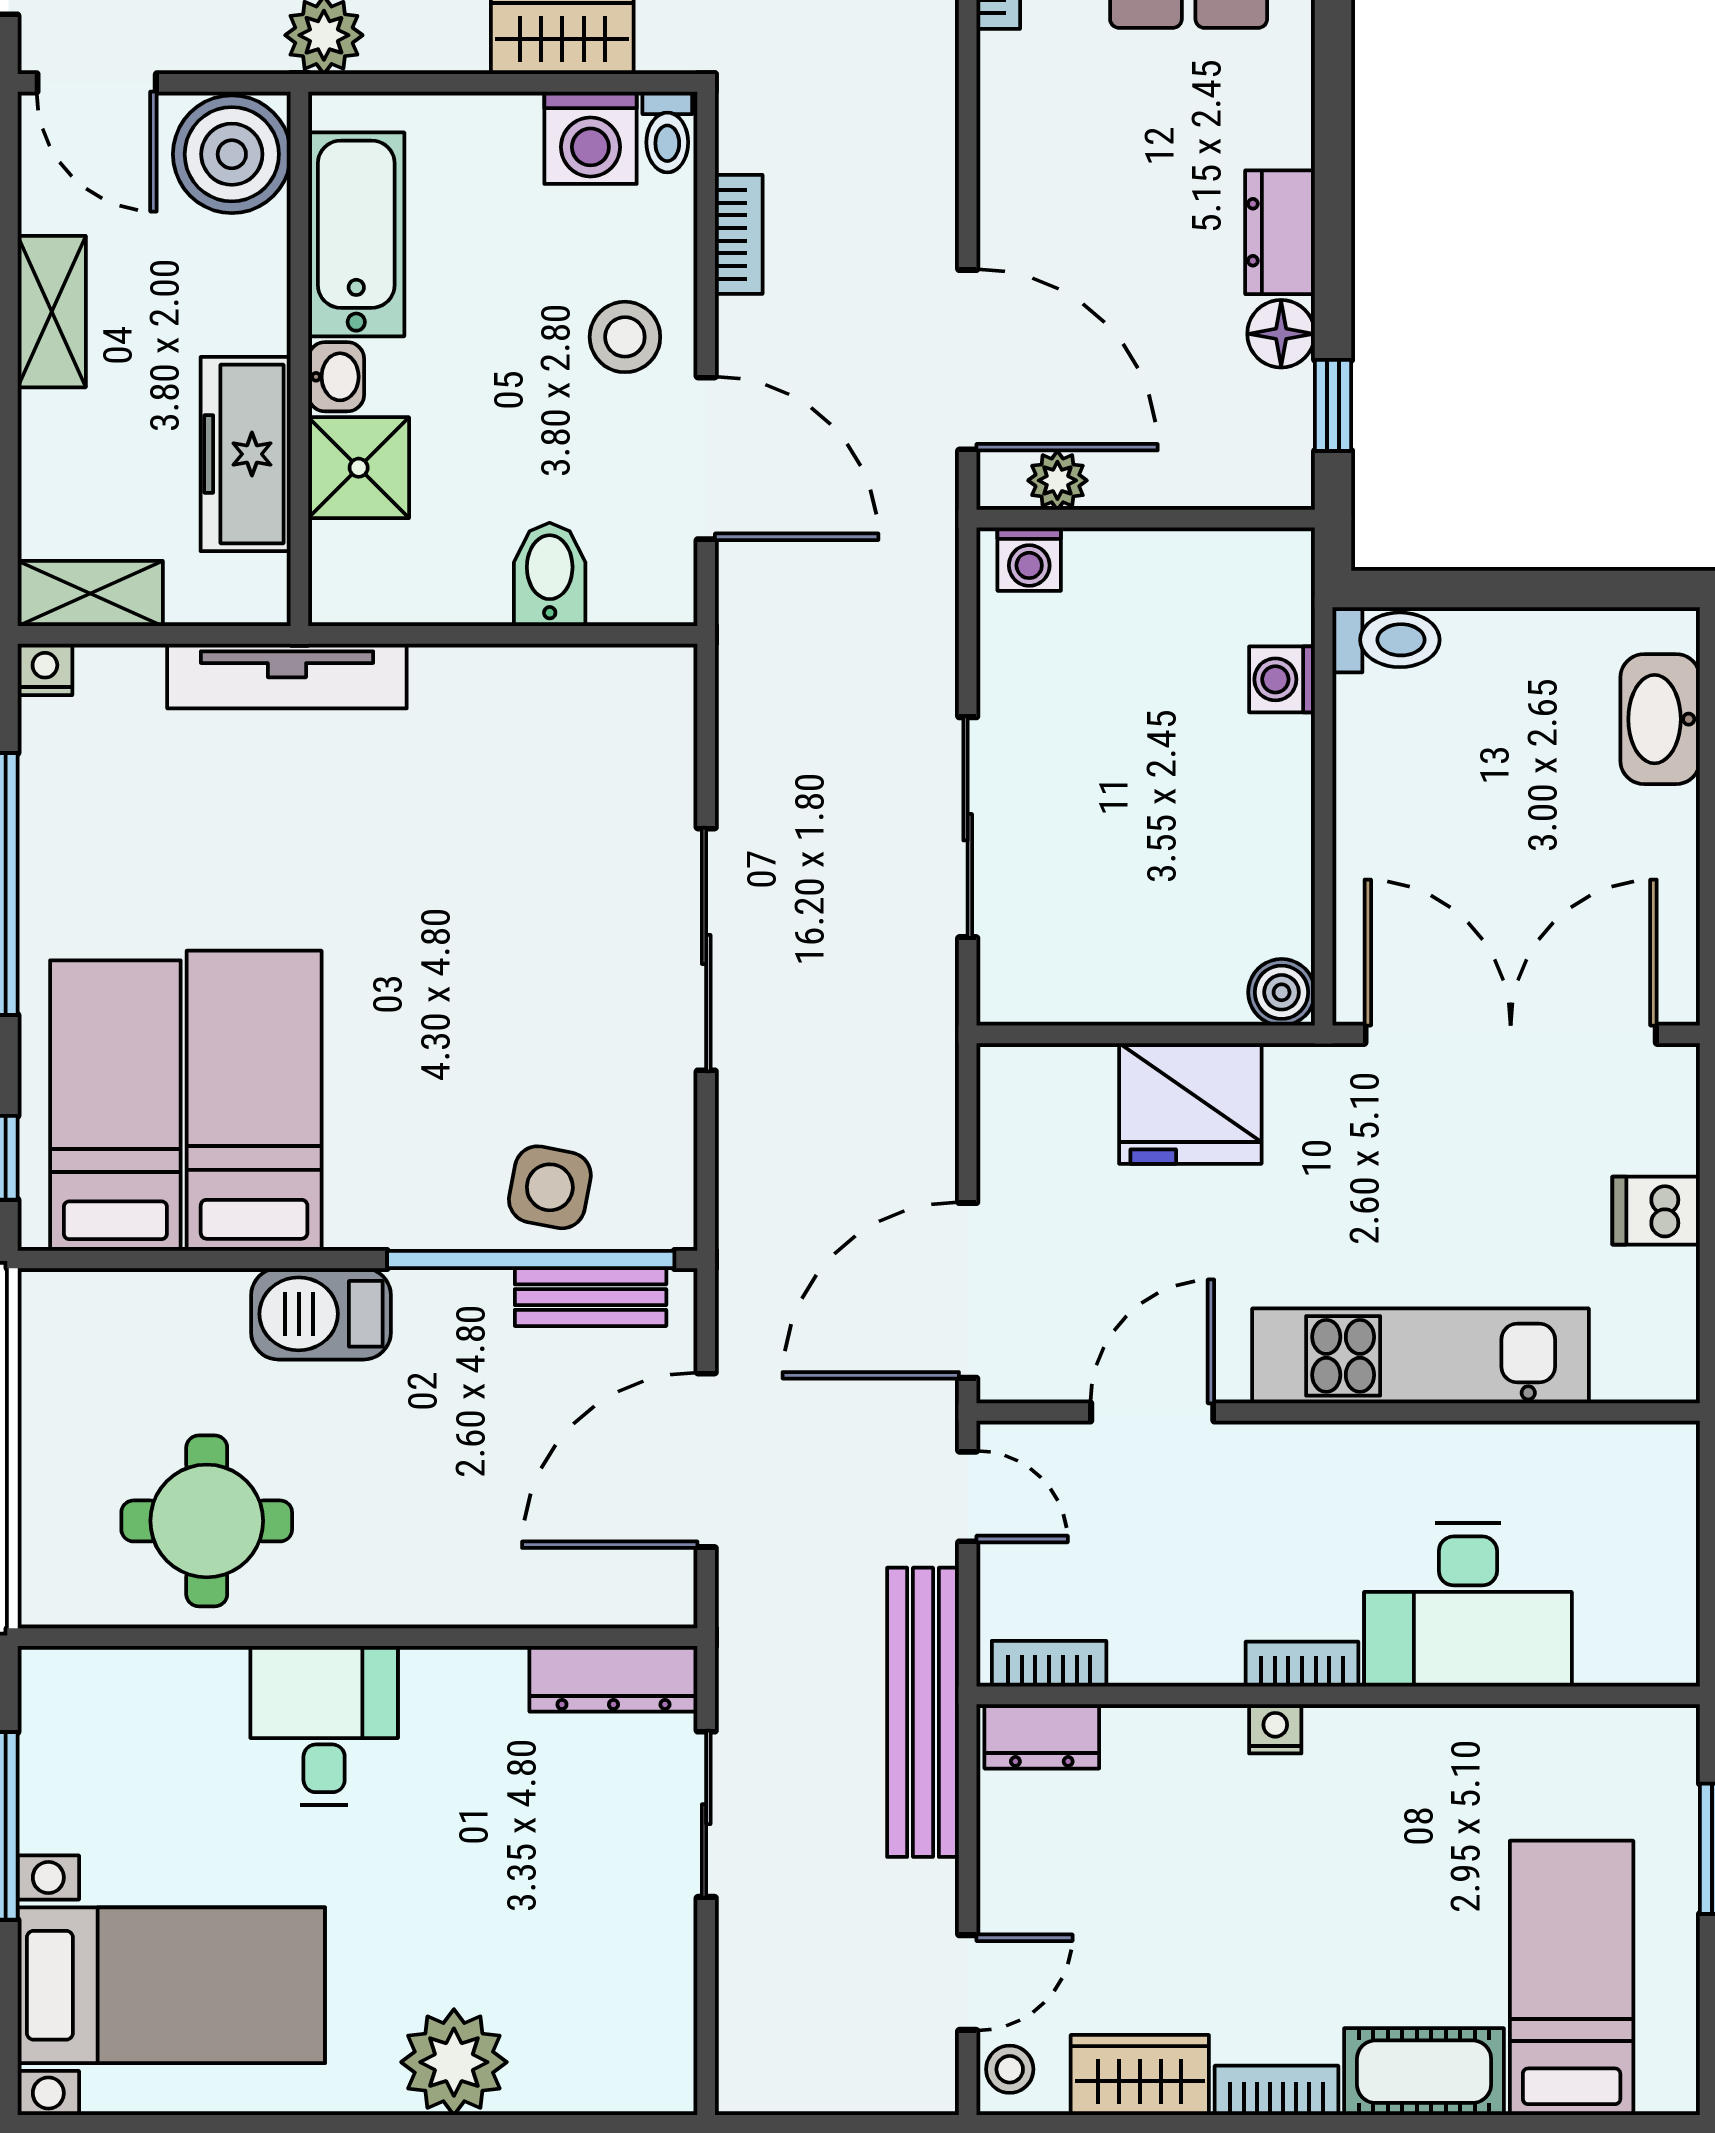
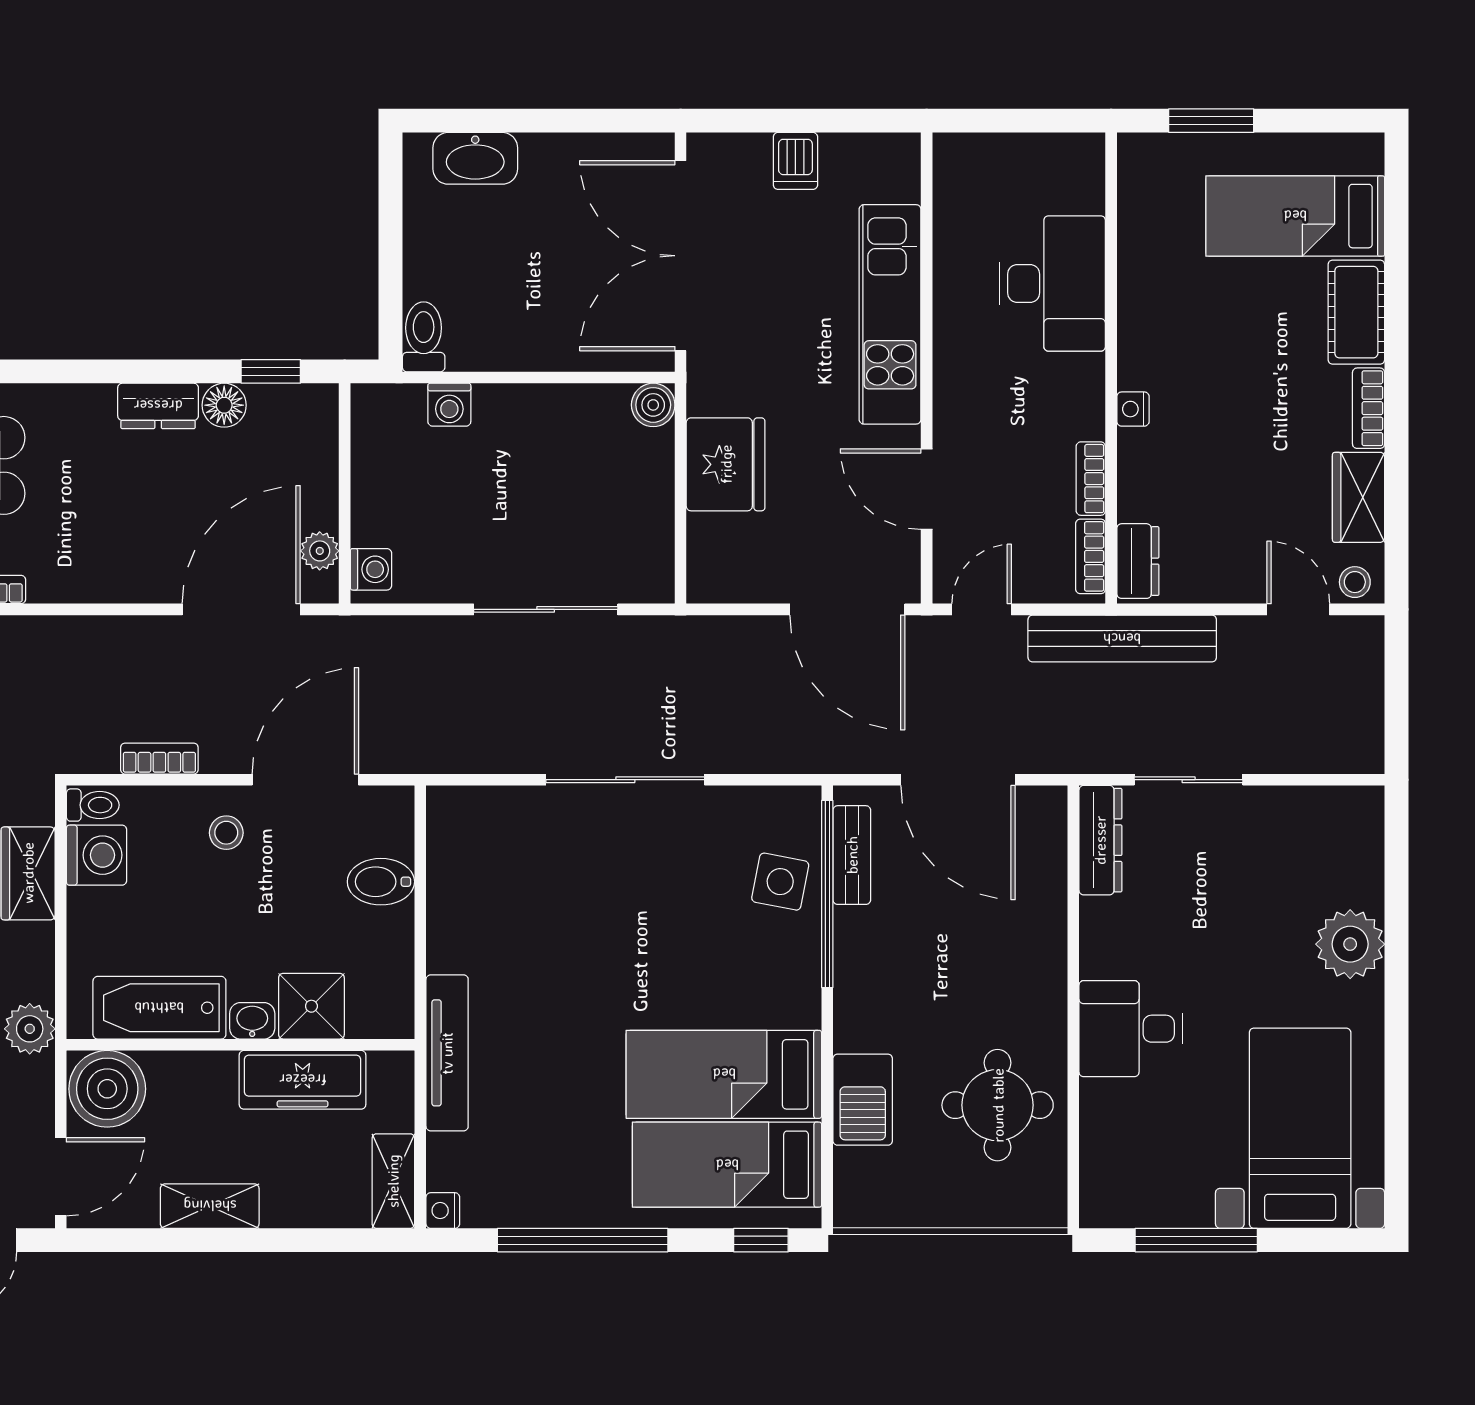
stool: (625, 337) -> (226, 833), width x0.73, depth x0.73
barbecue: (321, 1314) -> (863, 1100), moved
bookcase: (1302, 1664) -> (1091, 479), moved

